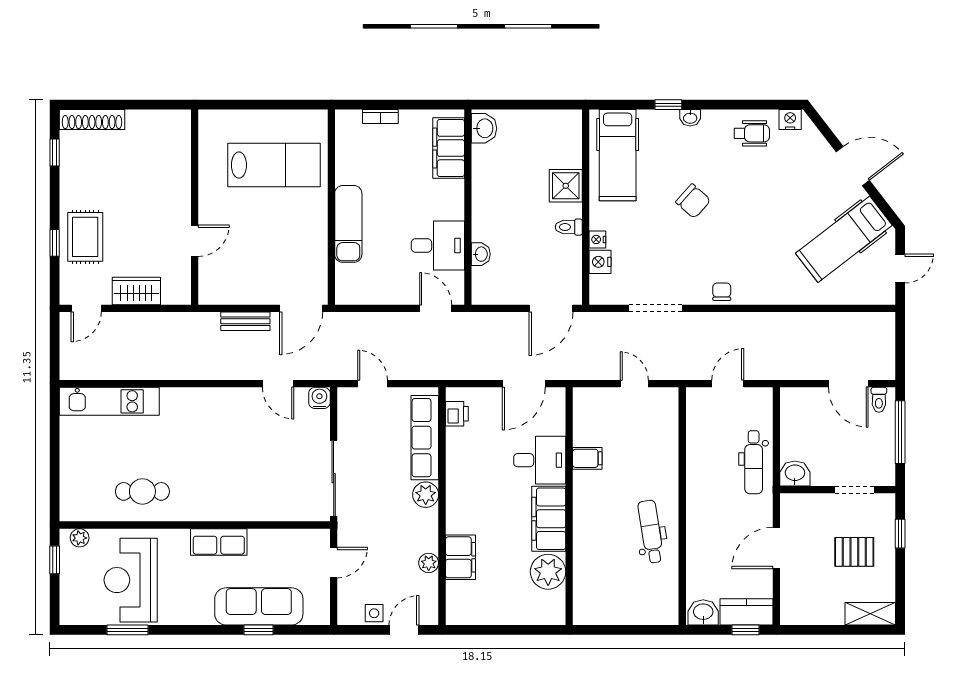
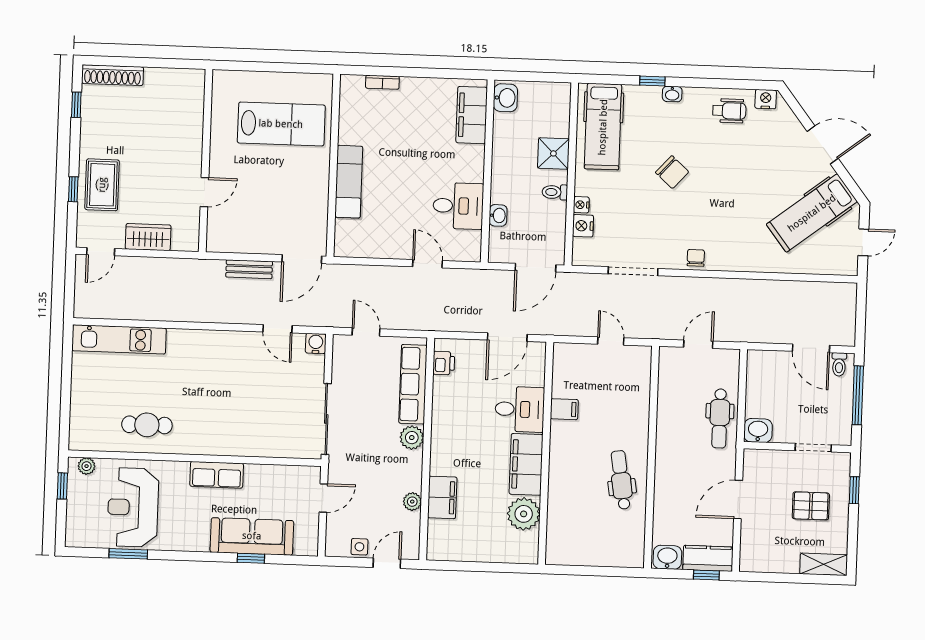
washbasin: (484, 128) -> (505, 98), moved
filing cabinet: (449, 148) -> (472, 115), moved
wall: (468, 207) -> (488, 171), moved
desk: (438, 245) -> (458, 206), moved
washbasin: (481, 254) -> (498, 215), moved

